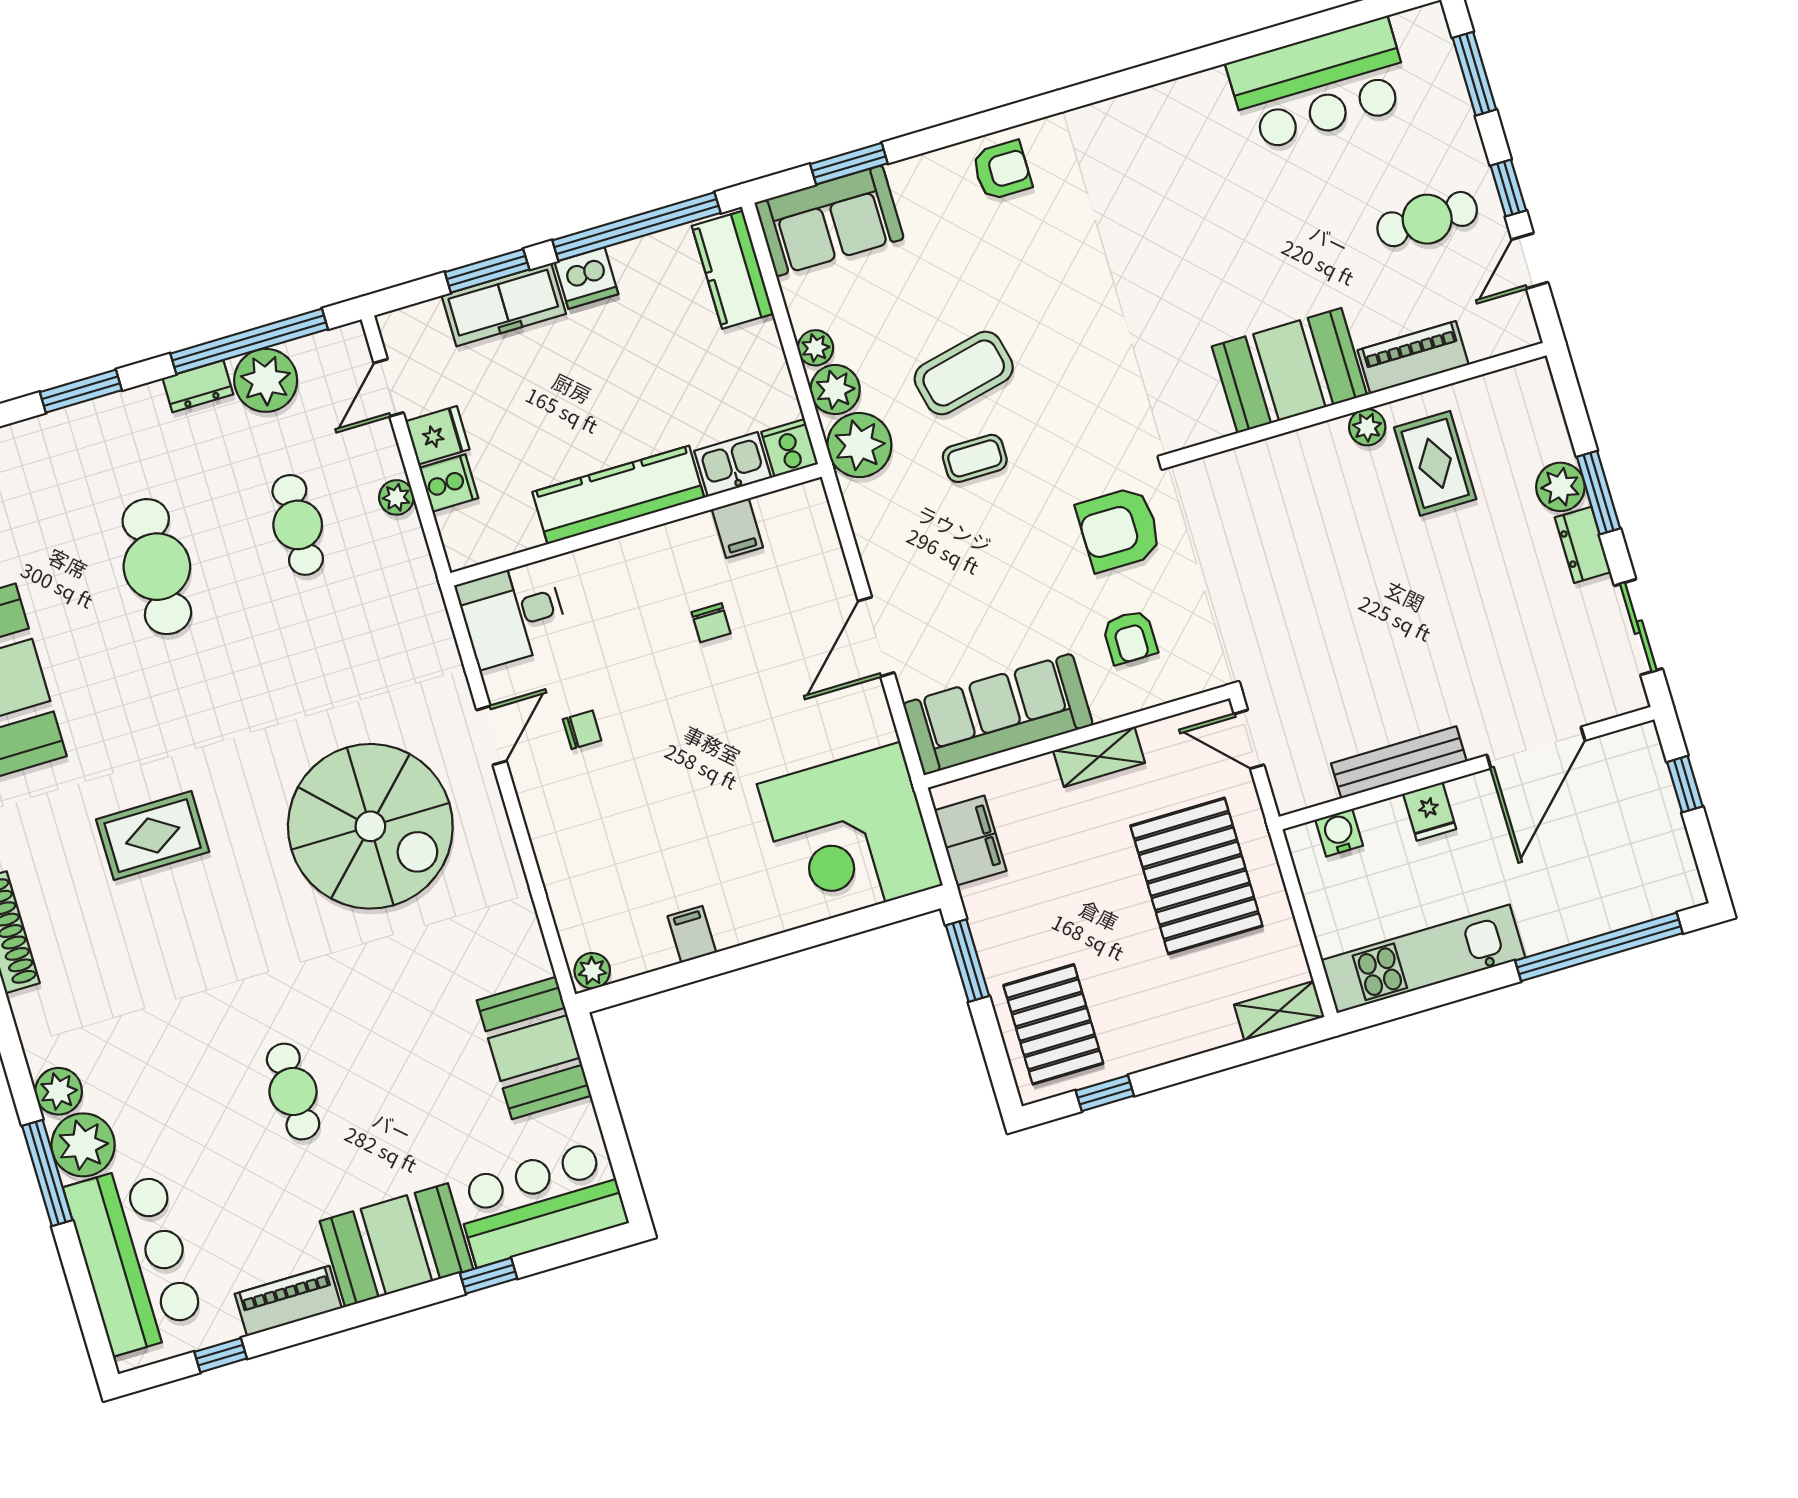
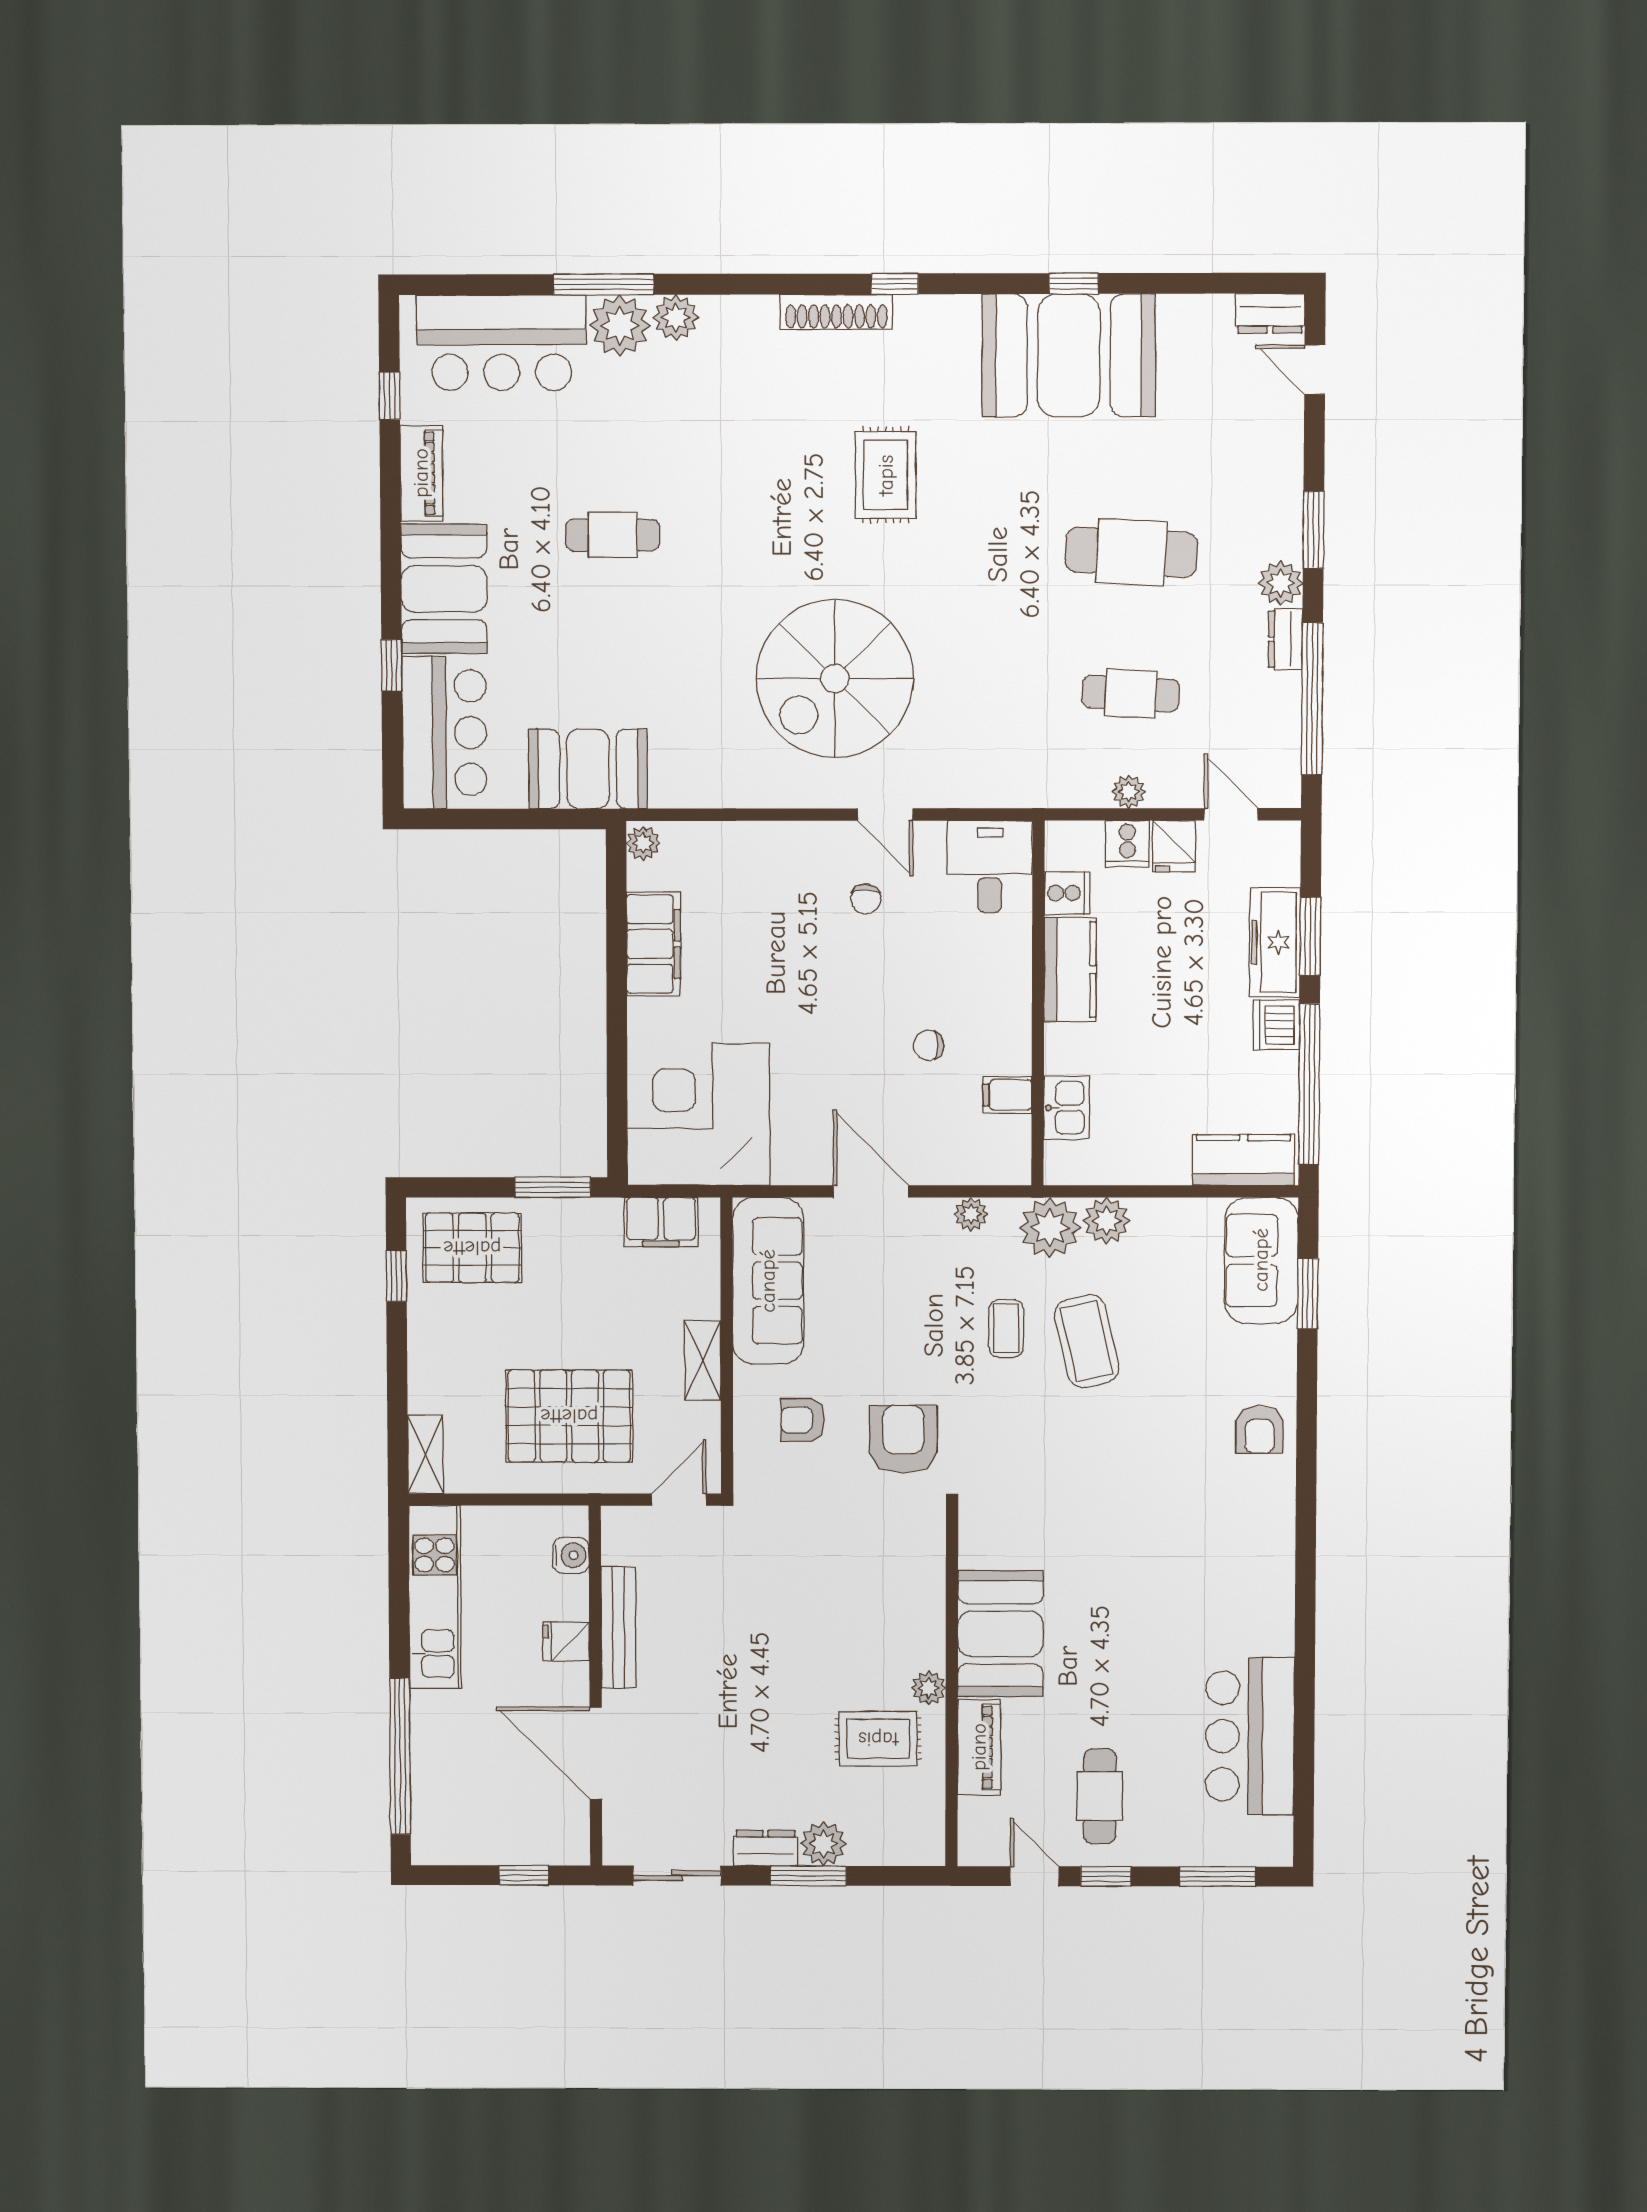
plant: (816, 348) -> (971, 1214), moved
plant: (266, 380) -> (1281, 583), moved, width x0.73, depth x0.73
cooker: (789, 448) -> (1067, 893), moved
kitchen counter: (618, 495) -> (1070, 970), width x0.67
filing cabinet: (692, 934) -> (654, 944), width x3.00, depth x1.17

